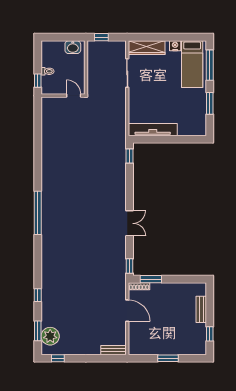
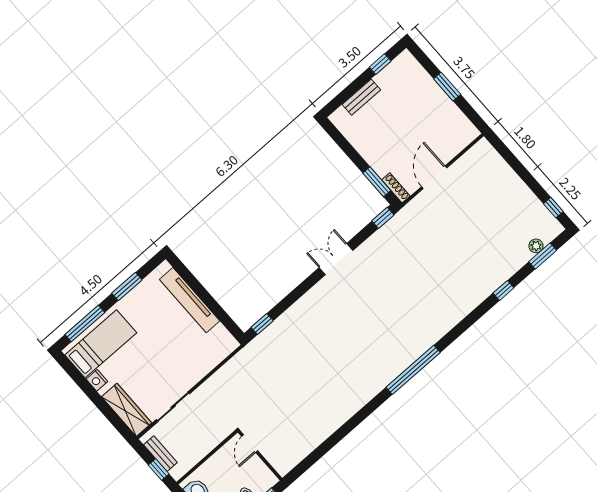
tv unit: (153, 130) -> (190, 300), moved
plant: (50, 336) -> (536, 246), width x0.53, depth x0.53
bench: (113, 350) -> (160, 454), moved

